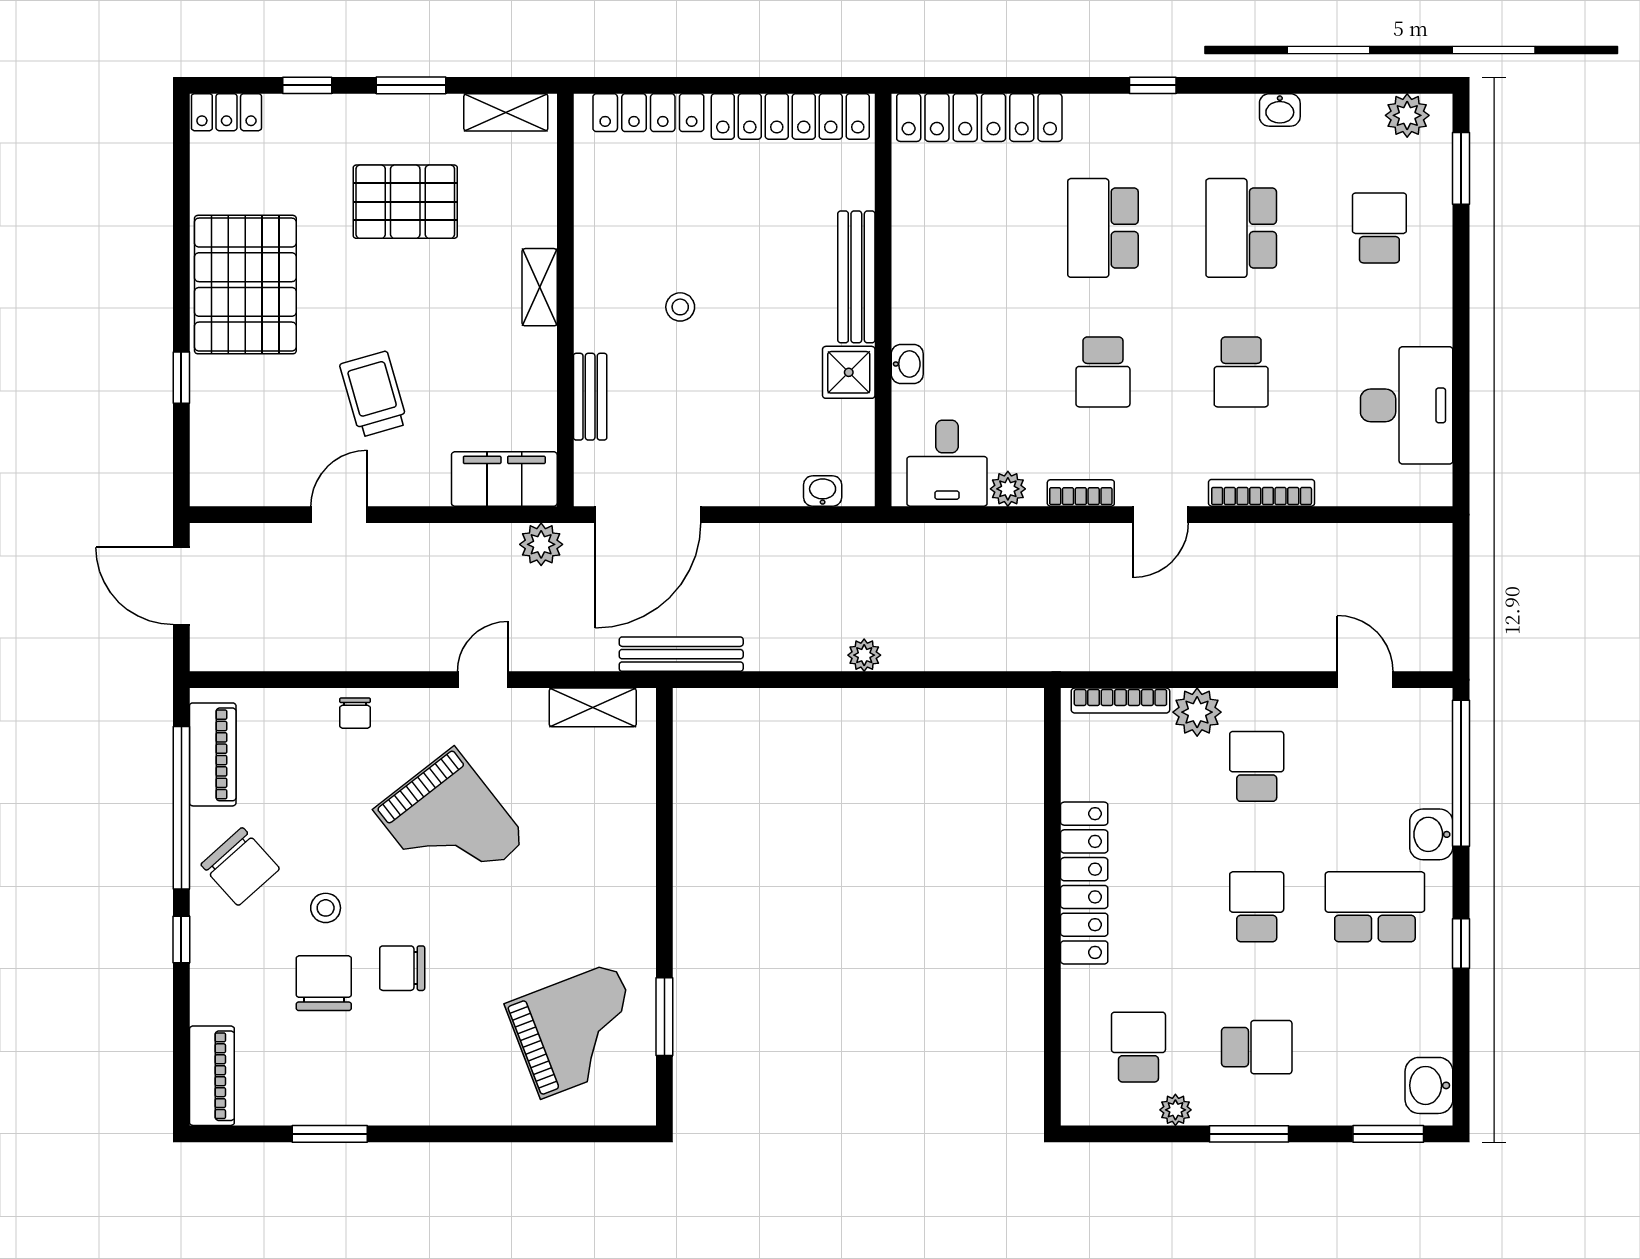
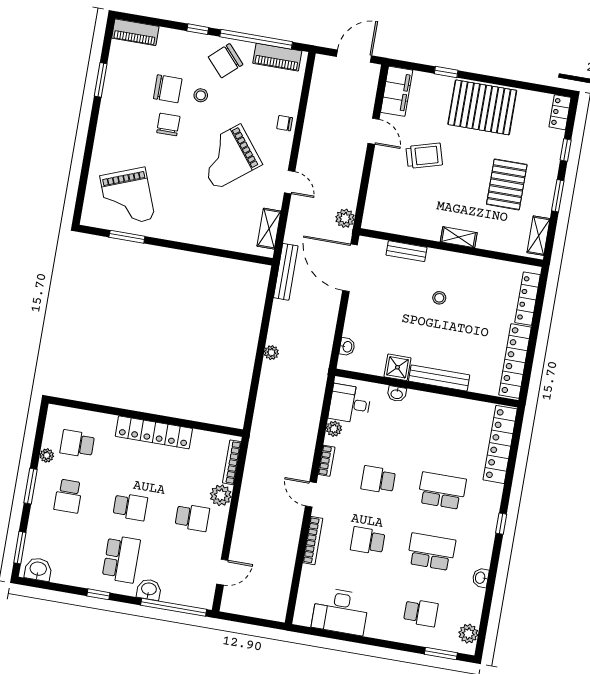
filing cabinet: (504, 479) -> (397, 91), moved
school desk: (1138, 1047) -> (77, 444), turned 180

